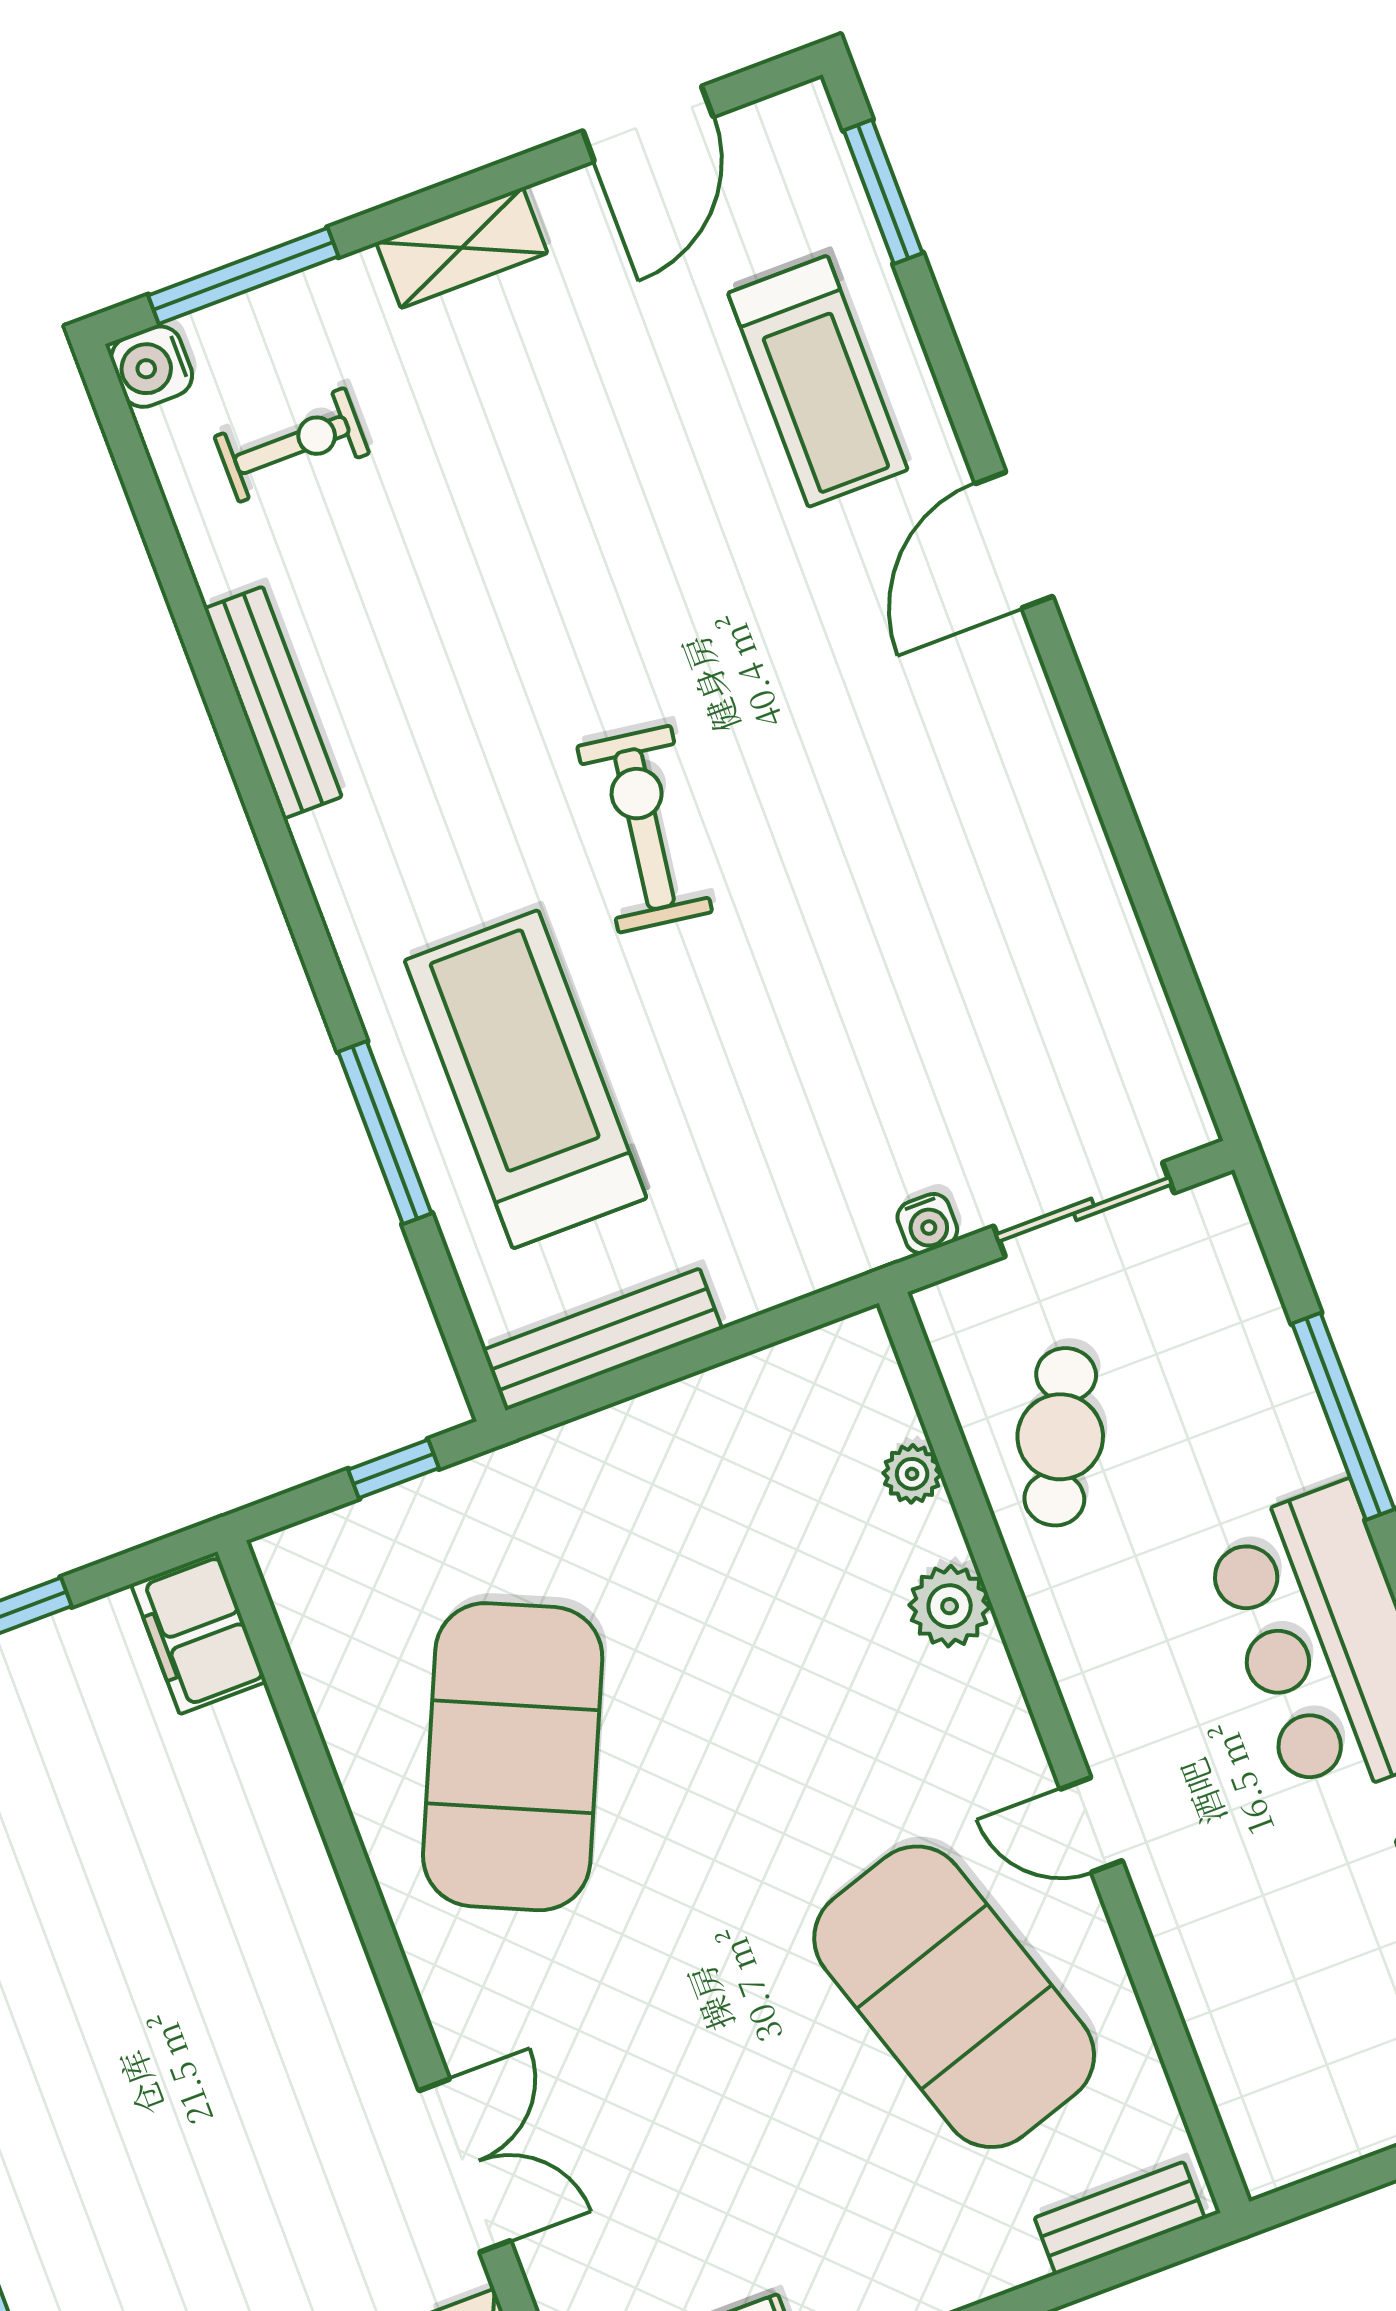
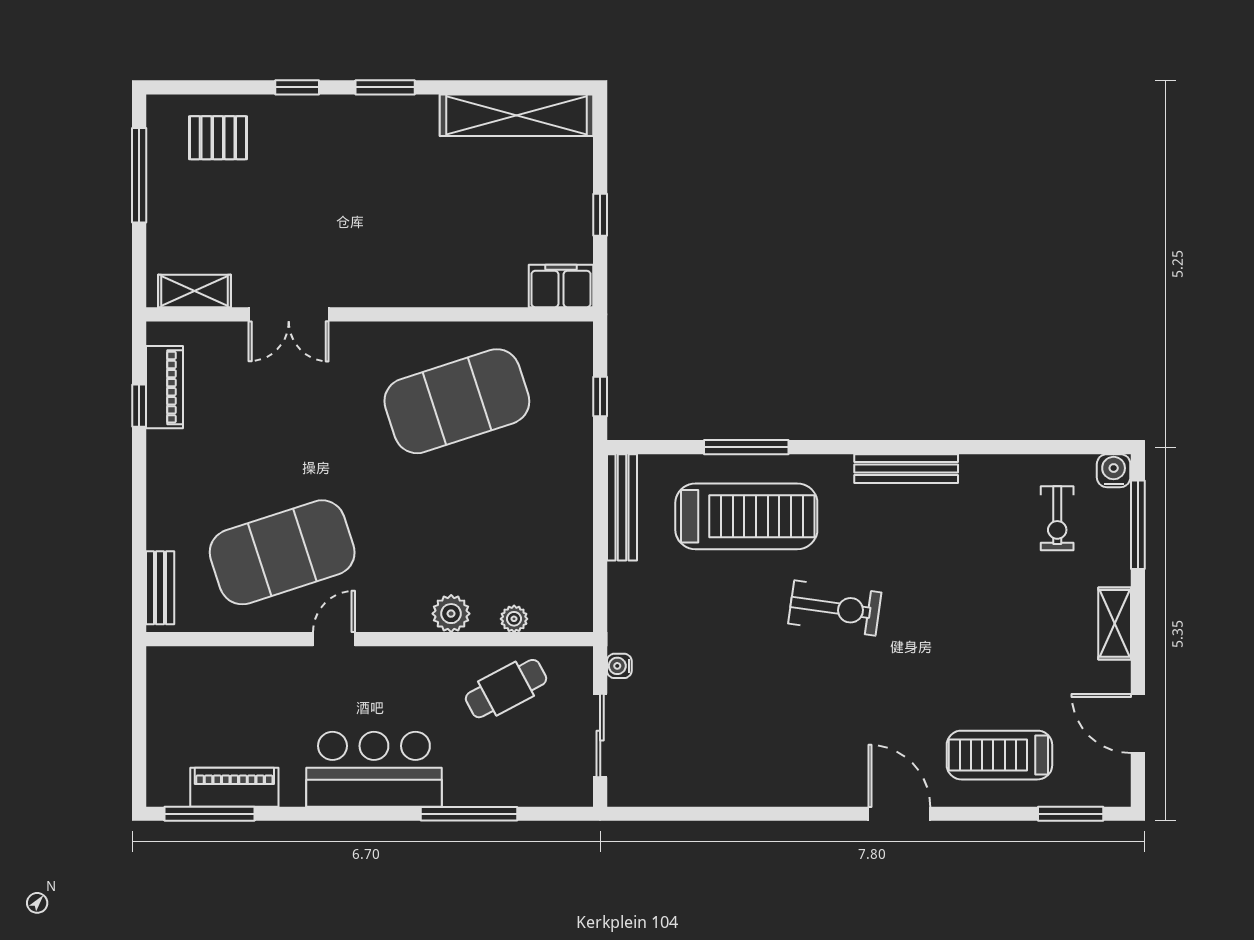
bench: (273, 703) -> (906, 469), moved
cafe table: (1060, 1437) -> (506, 689), turned -54
exercise mat: (513, 1757) -> (457, 401), turned -42

